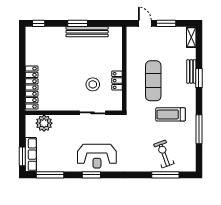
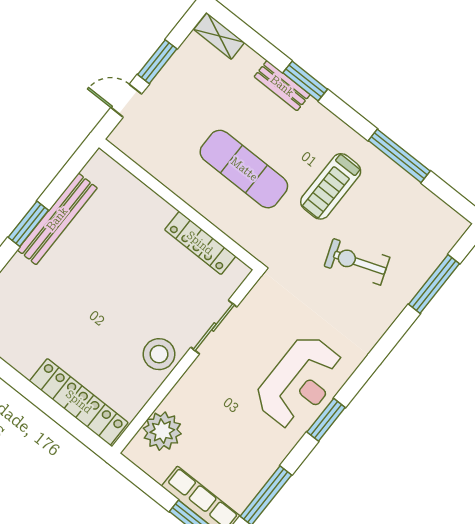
locker: (117, 81) -> (200, 243), width x1.53
stool: (93, 84) -> (159, 354), moved
exercise bike: (164, 154) -> (357, 262), moved

